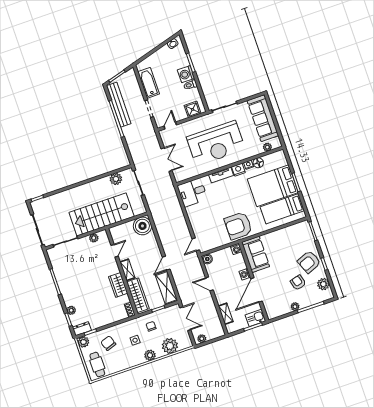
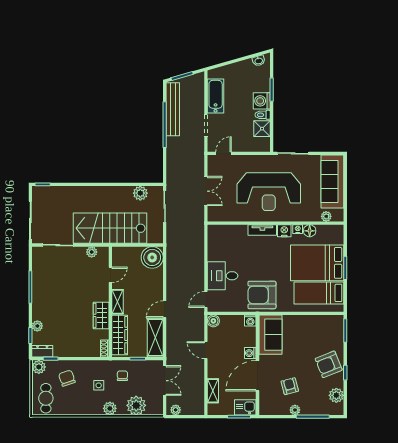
shower: (193, 109) -> (262, 129), moved
desk: (192, 192) -> (223, 276), moved
armchair: (298, 283) -> (290, 386), moved

